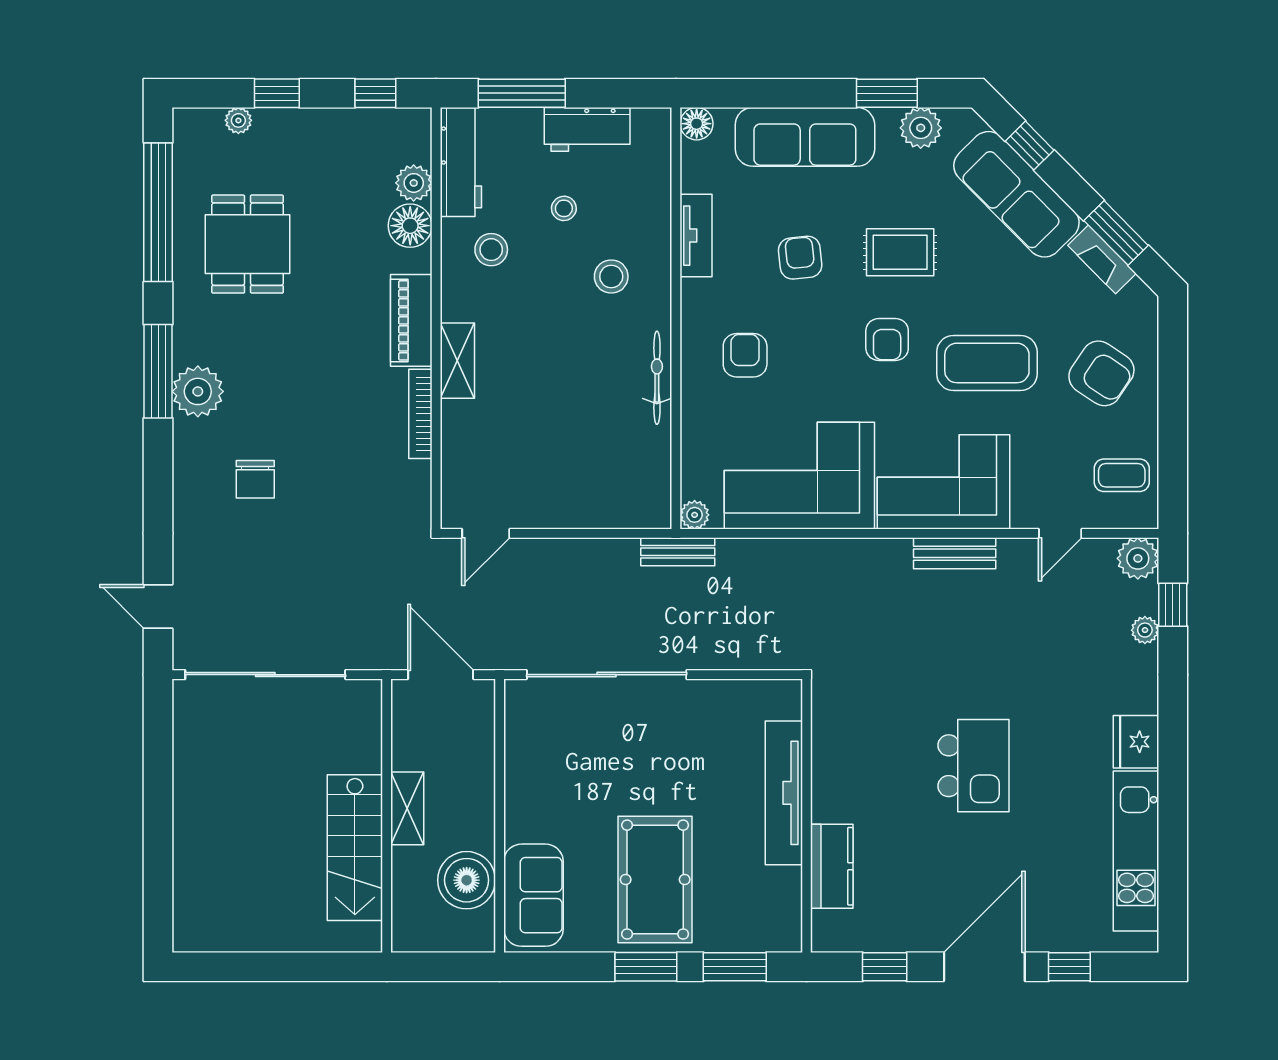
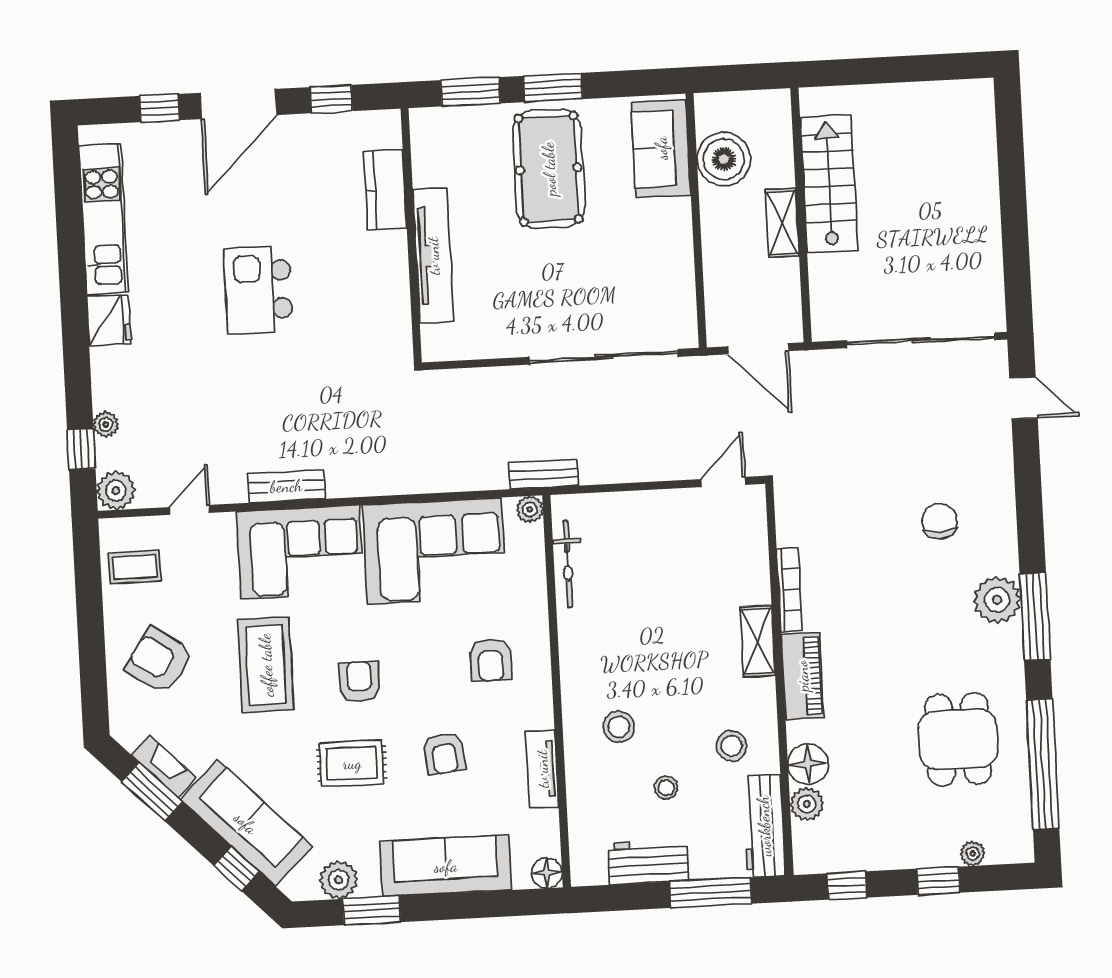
coffee table: (987, 363) -> (266, 665), turned 90
bicycle: (657, 378) -> (568, 564), moved

